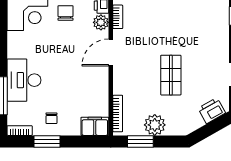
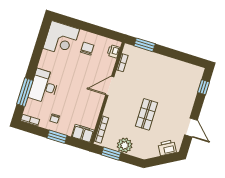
plant: (101, 22) -> (109, 63), removed
window: (47, 141) -> (57, 137), moved

